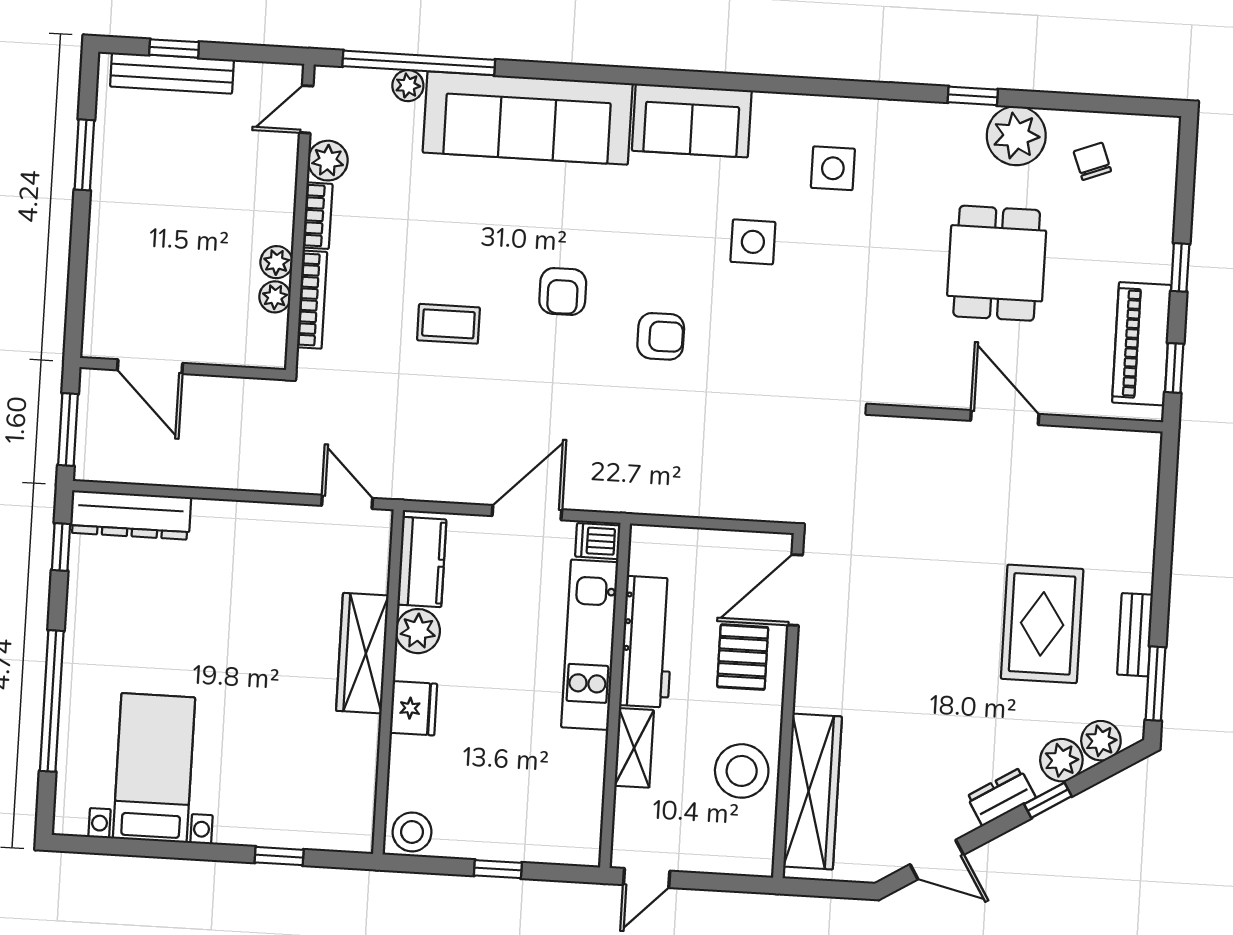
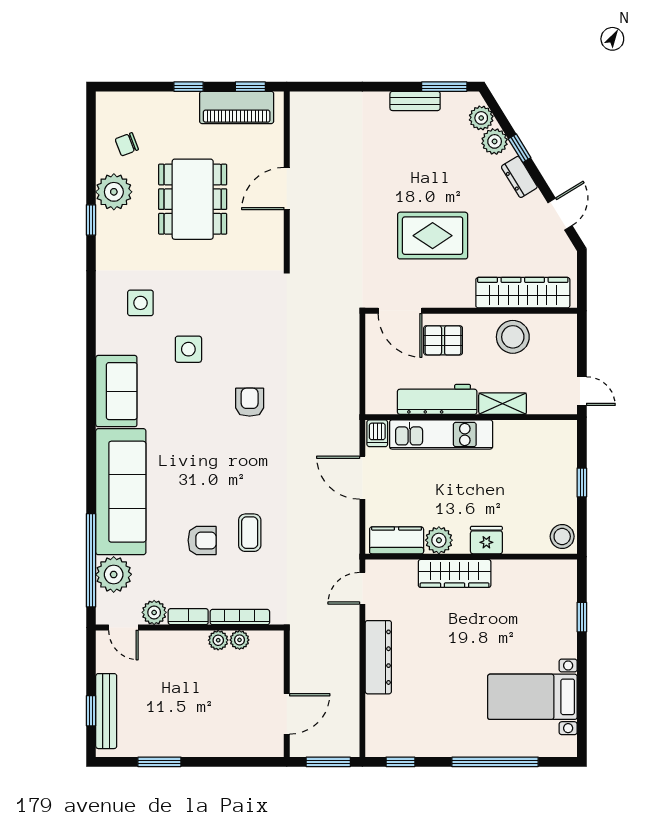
plant: (408, 86) -> (114, 574), width x1.88, depth x1.88
dining table: (997, 263) -> (193, 199), width x1.38
armchair: (563, 291) -> (202, 540), moved
dresser: (130, 515) -> (378, 657), moved
rug: (1042, 624) -> (433, 236), moved

